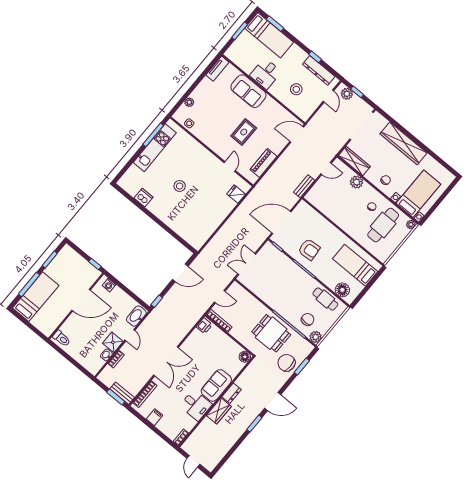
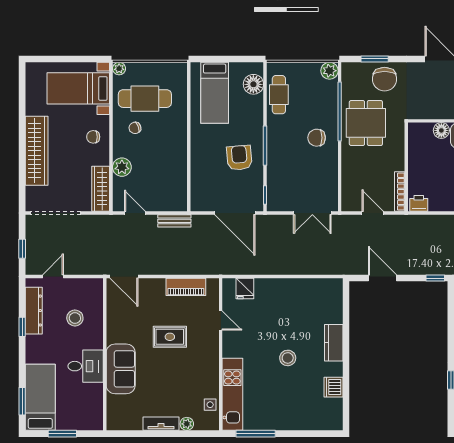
tv unit: (217, 69) -> (161, 424), moved
plant: (347, 94) -> (34, 258), removed
kitchen unit: (155, 148) -> (232, 394), moved, turned 90
door: (230, 167) -> (221, 321), swing flipped
kitchen counter: (167, 218) -> (334, 343), added
chair: (308, 319) -> (317, 138), moved
floor lamp: (245, 357) -> (441, 130), moved

